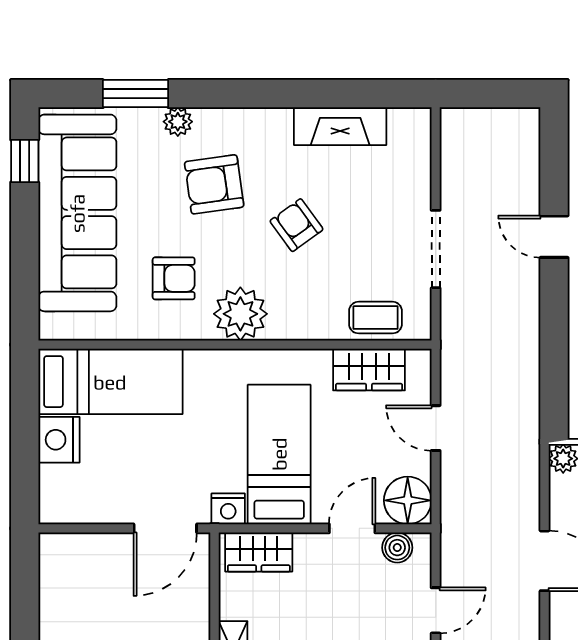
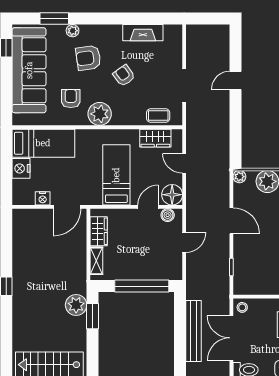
door: (554, 237) -> (235, 80), hinge flipped
armchair: (174, 278) -> (71, 99), turned -90
nightstand: (228, 509) -> (43, 198), moved
wardrobe: (259, 552) -> (99, 231), moved, turned -90

